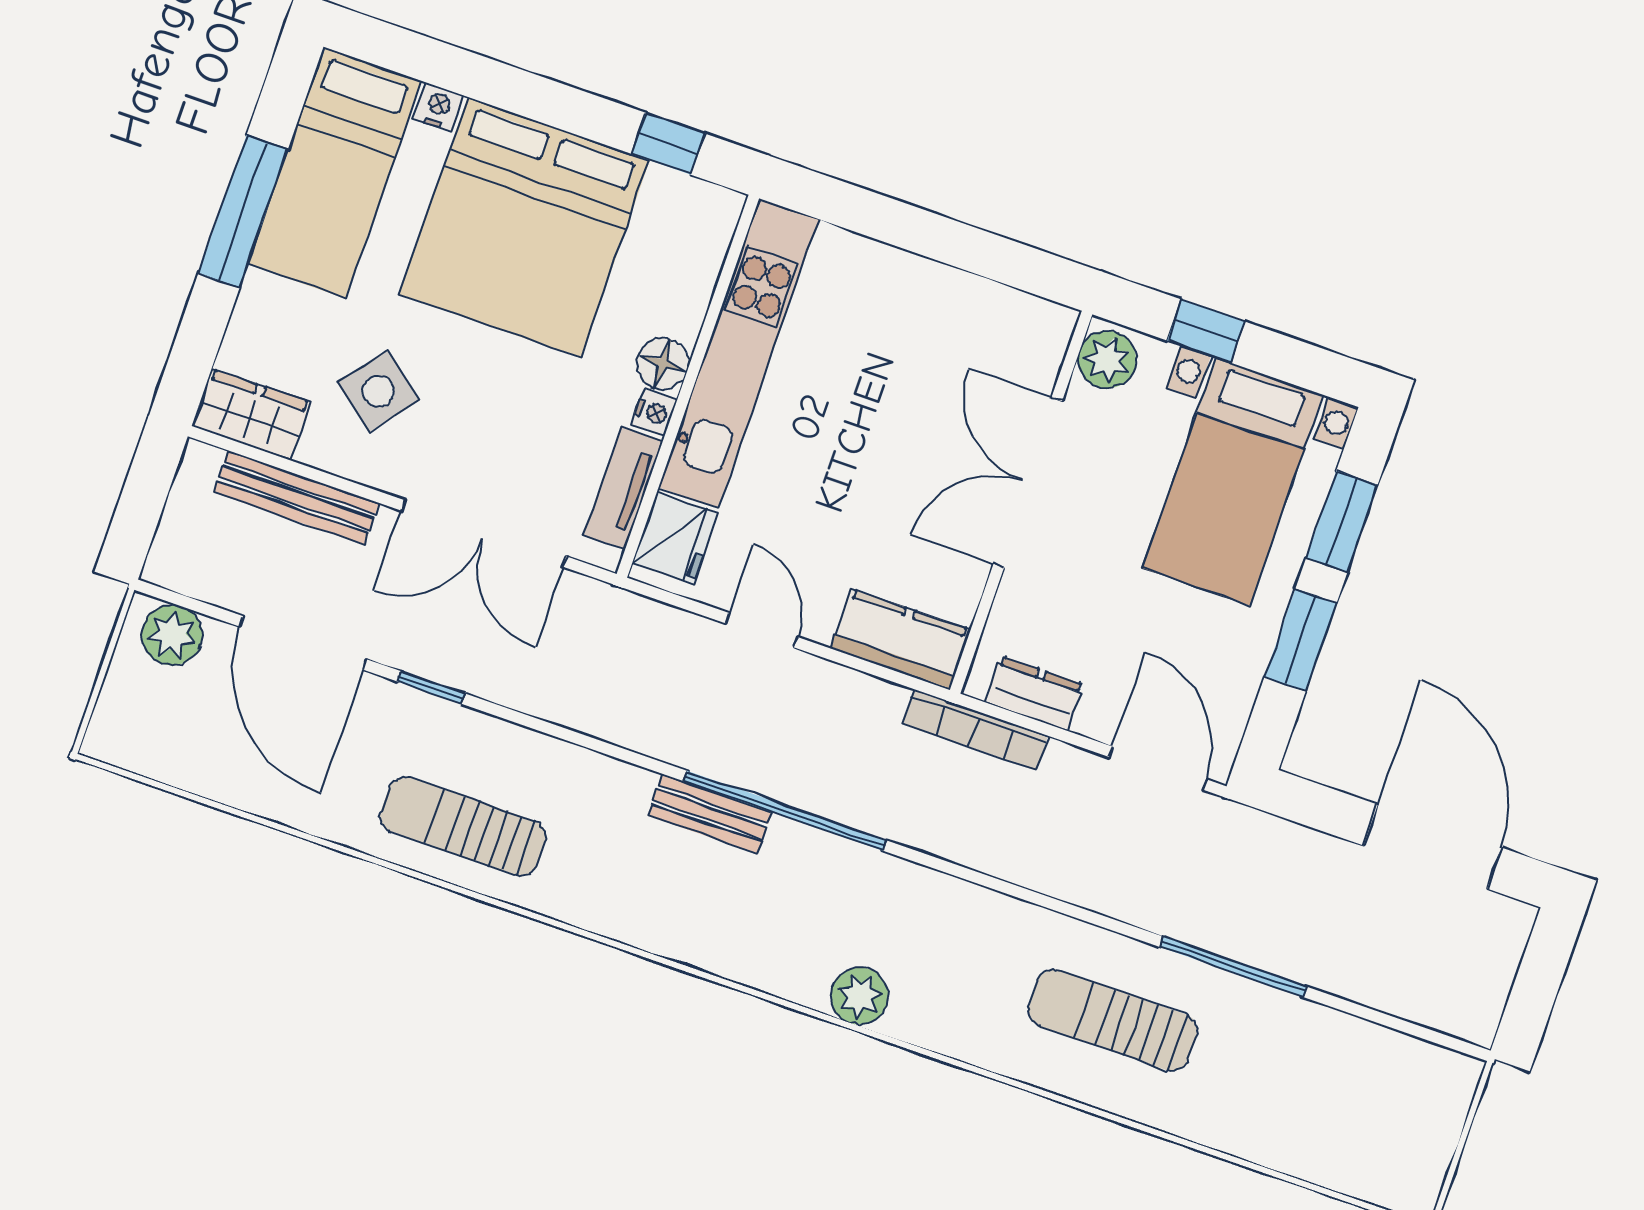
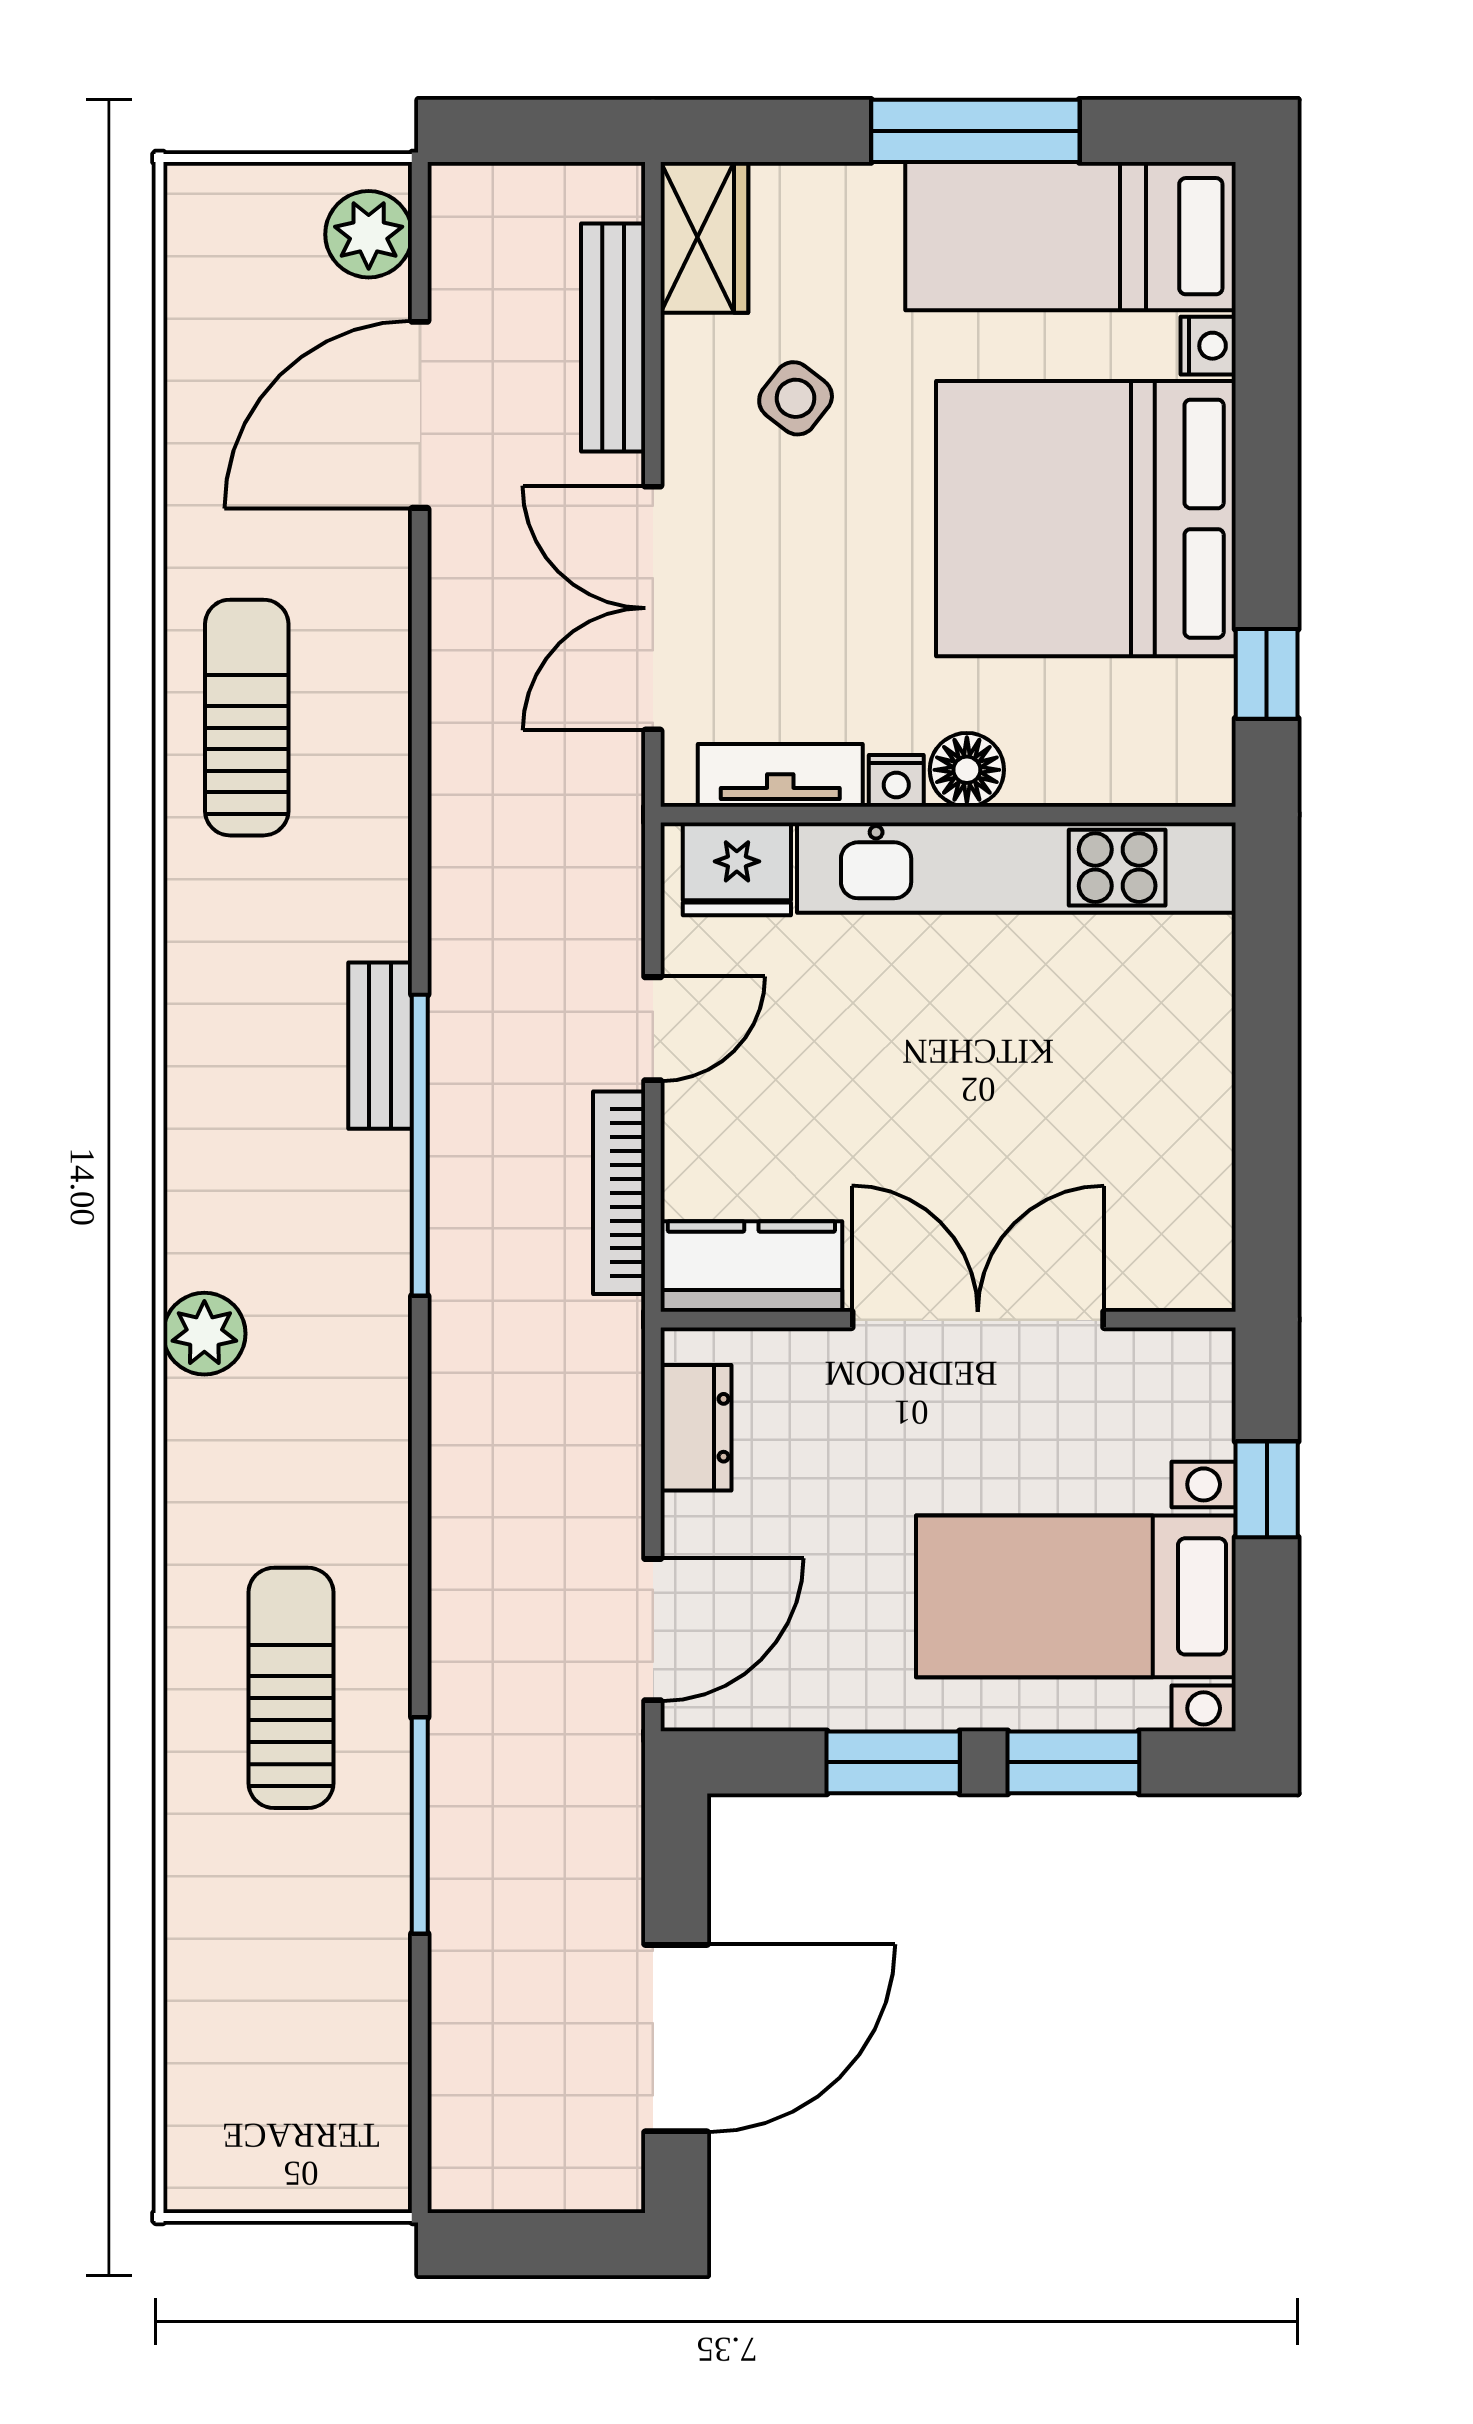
plant: (1107, 360) -> (1181, 1369), removed
side table: (378, 391) -> (796, 398), width x0.73, depth x0.73
kitchen counter: (900, 639) -> (751, 1266), moved, turned -90
window: (431, 688) -> (420, 609), removed
bookcase: (975, 730) -> (619, 1193), moved

